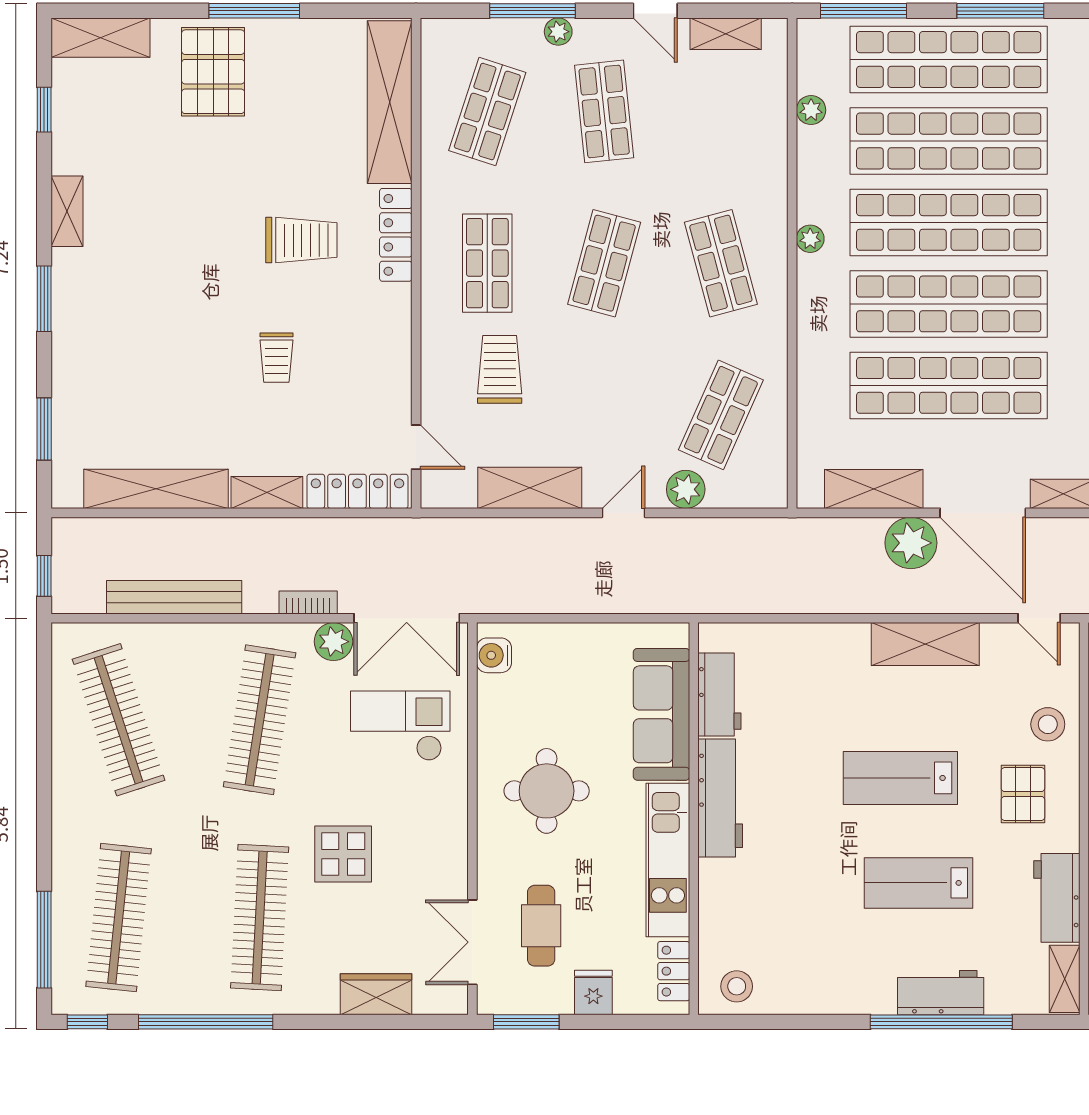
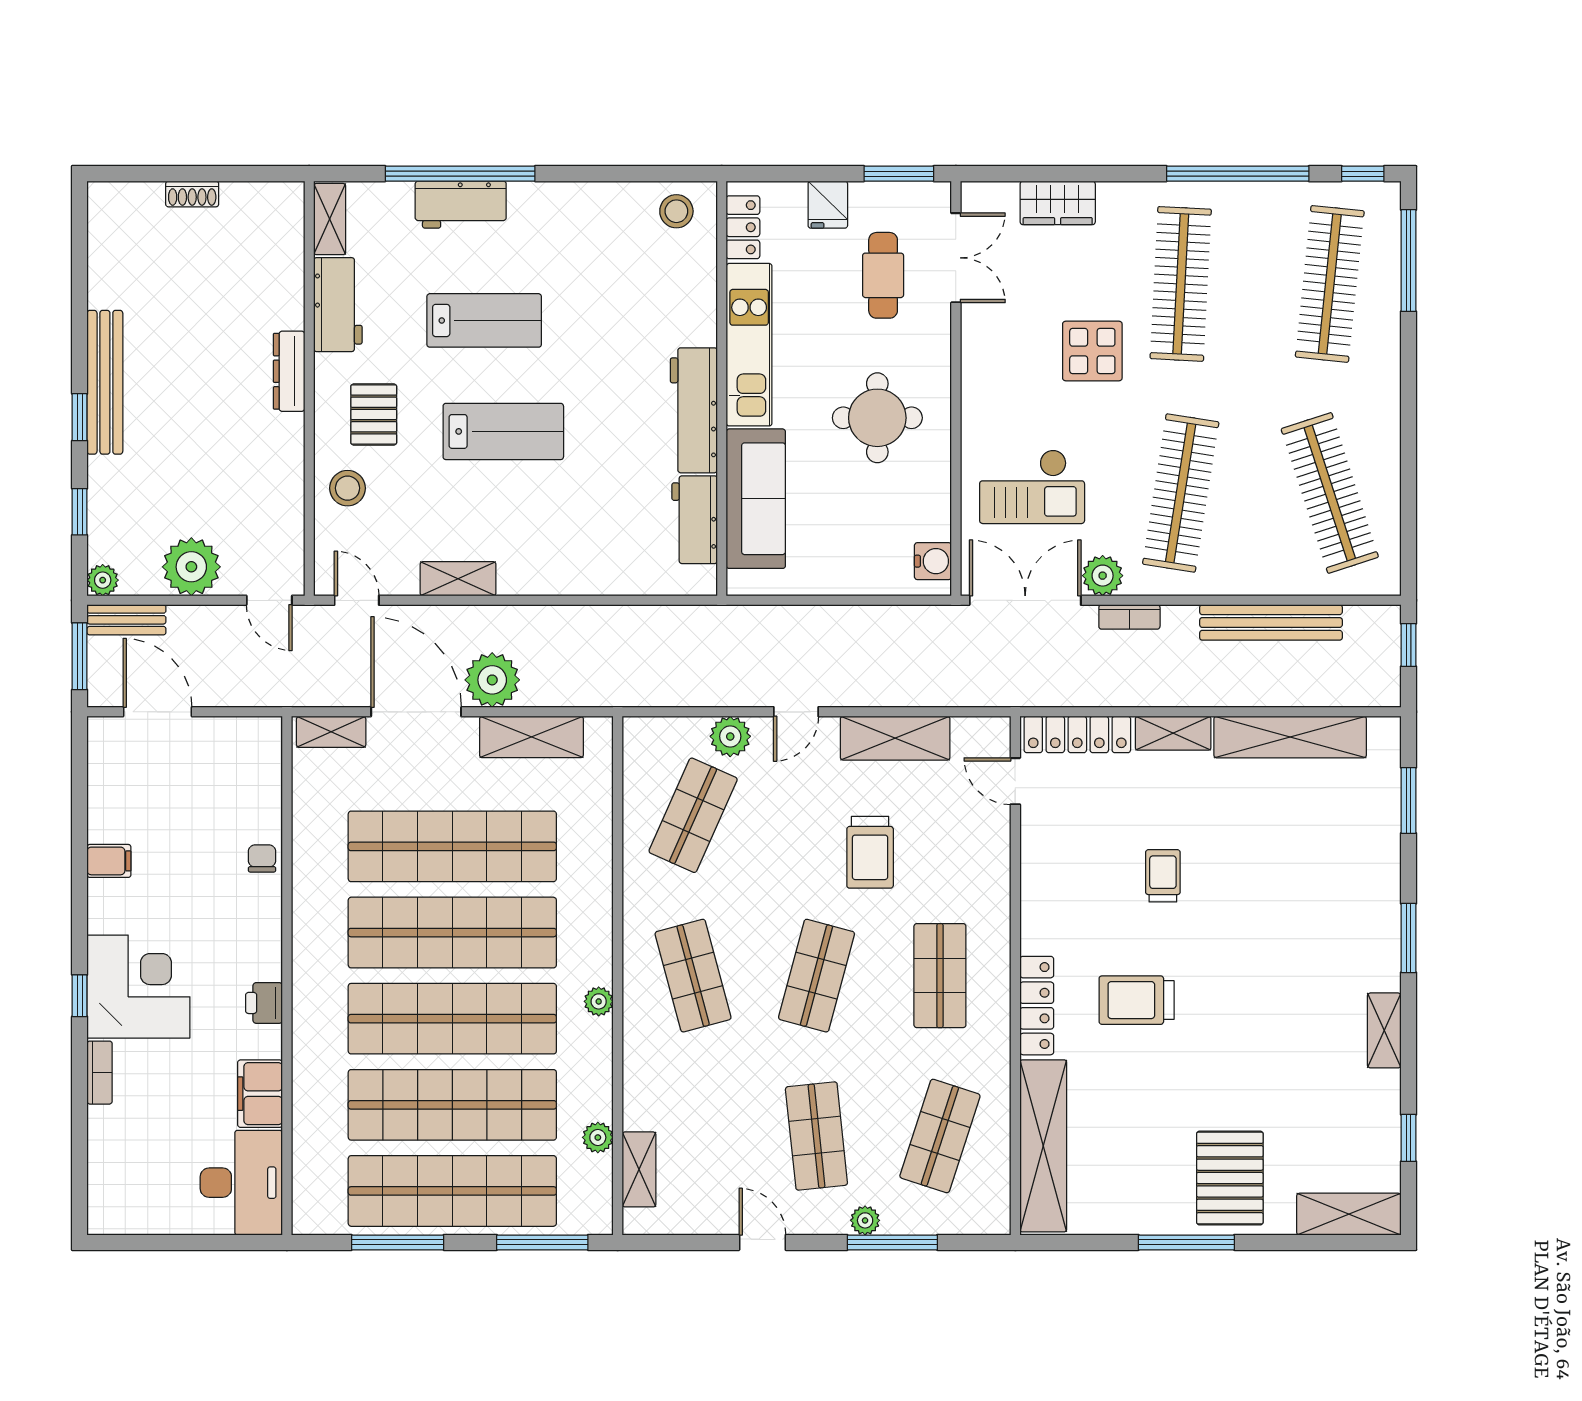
shelving: (726, 34) -> (639, 1169), moved, turned 90
trolley: (500, 369) -> (870, 852), moved
shelving: (925, 644) -> (458, 579), width x0.67, depth x0.75

